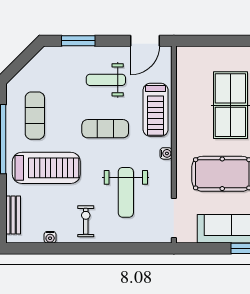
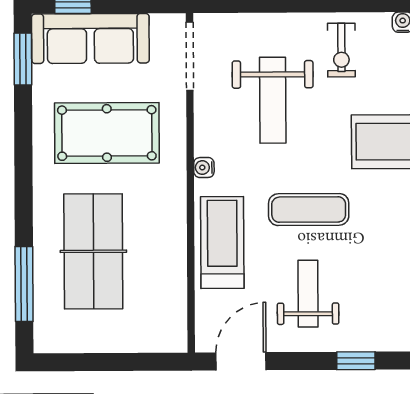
window: (78, 41) -> (356, 361), width x0.67
weight bench: (106, 80) -> (308, 294), turned -90
weight bench: (126, 192) -> (273, 100), turned 180

